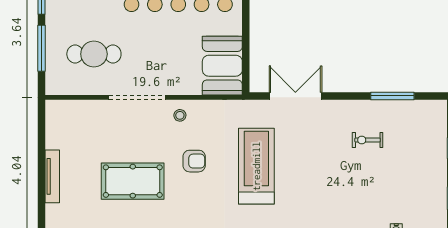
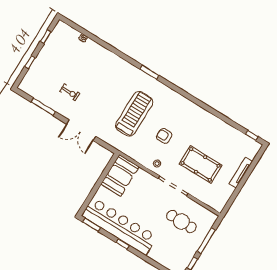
double door: (295, 96) -> (81, 130), moved
treadmill: (256, 166) -> (134, 114), turned 180
pool table: (133, 181) -> (201, 164), moved

